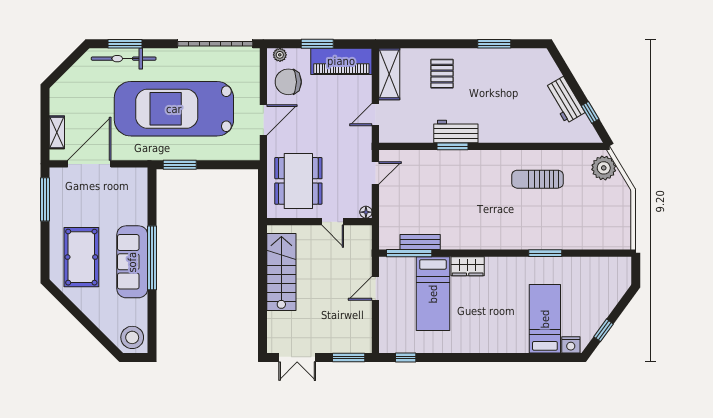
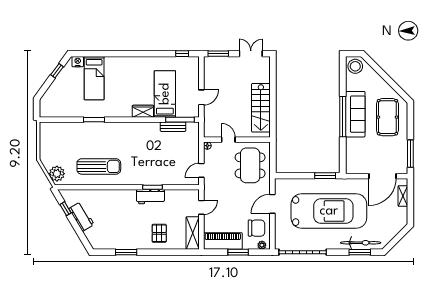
sun lounger: (537, 179) -> (99, 166), width x1.36, depth x1.34

